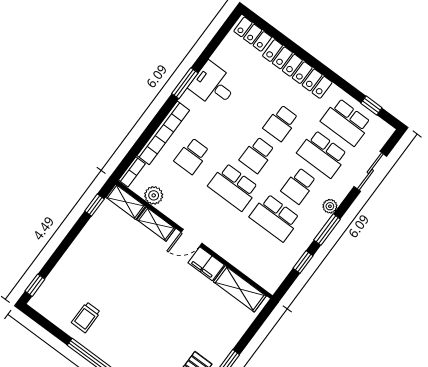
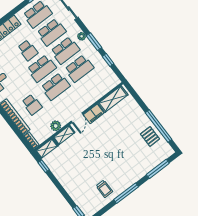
school desk: (257, 155) -> (42, 68), width x1.85
school desk: (299, 186) -> (65, 50), width x1.85
plant: (154, 195) -> (56, 126), moved

